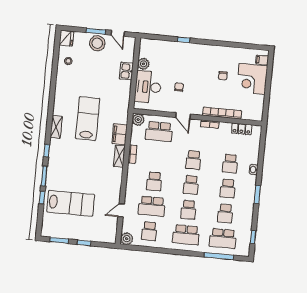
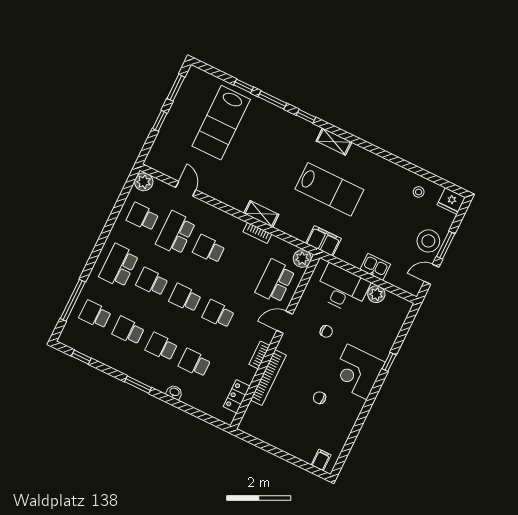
corner desk: (252, 79) -> (357, 372), moved, turned -90
filing cabinet: (120, 134) -> (323, 241), moved
school desk: (223, 238) -> (95, 315), width x0.54

